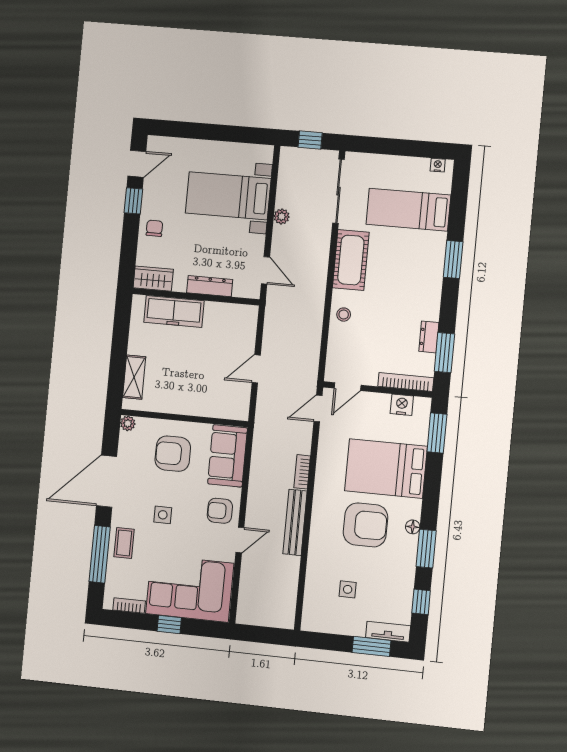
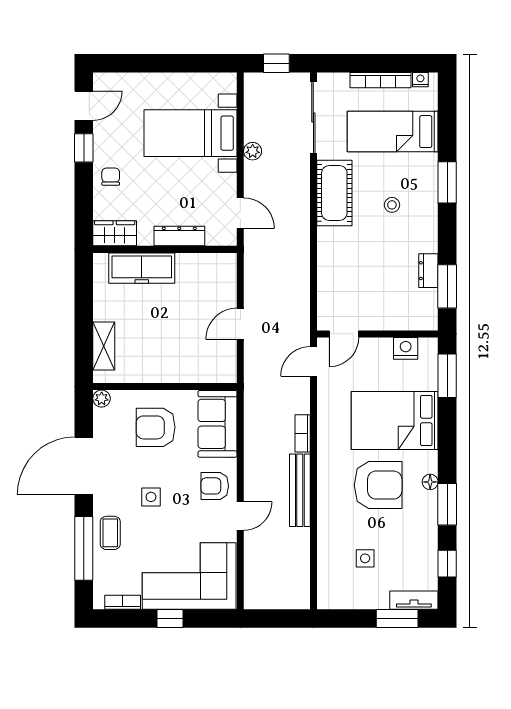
stool: (344, 315) -> (392, 205), moved
bookcase: (406, 382) -> (381, 80), moved, turned 180

